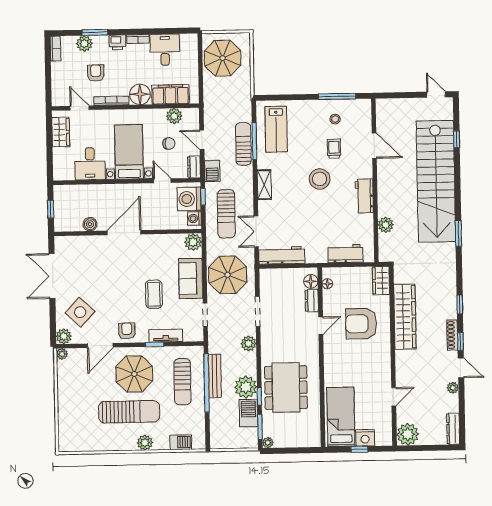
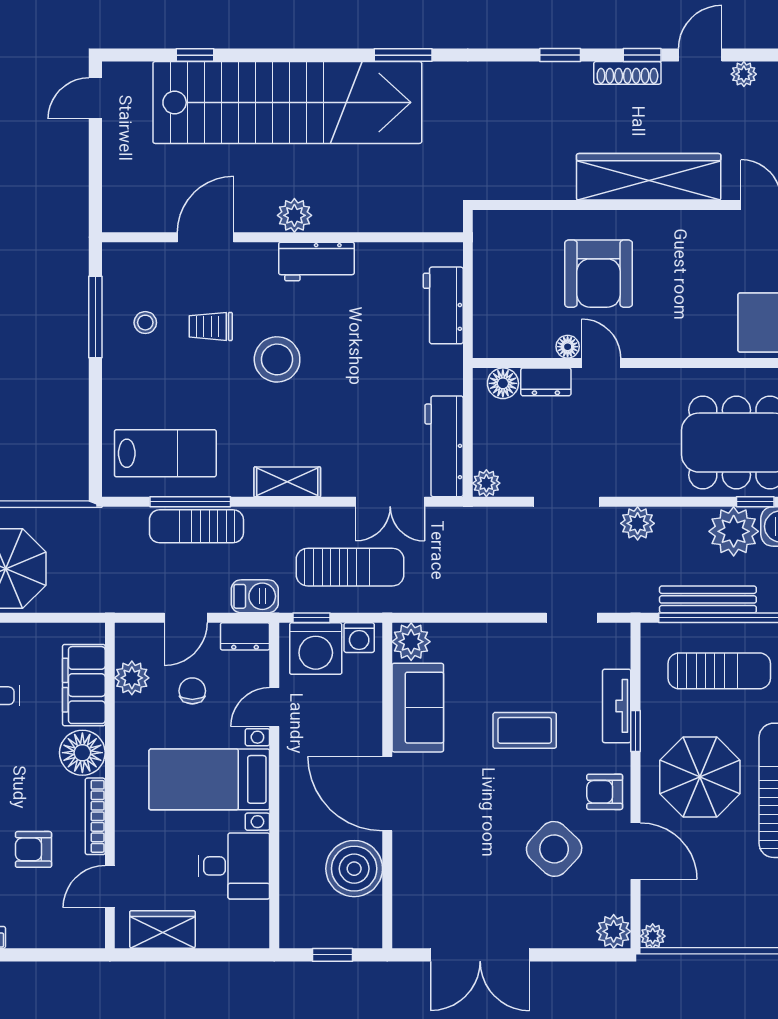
boiler: (90, 224) -> (354, 869), width x1.86, depth x1.86
plant: (386, 225) -> (294, 215), moved
parasol: (228, 275) -> (485, 567), removed
plant: (265, 275) -> (486, 483), added
sofa: (191, 278) -> (418, 708), moved, turned -90
wardrobe: (381, 281) -> (504, 228), removed
floor lamp: (327, 284) -> (568, 347), moved
side table: (80, 312) -> (554, 849), moved
wardrobe: (405, 317) -> (649, 177), moved

